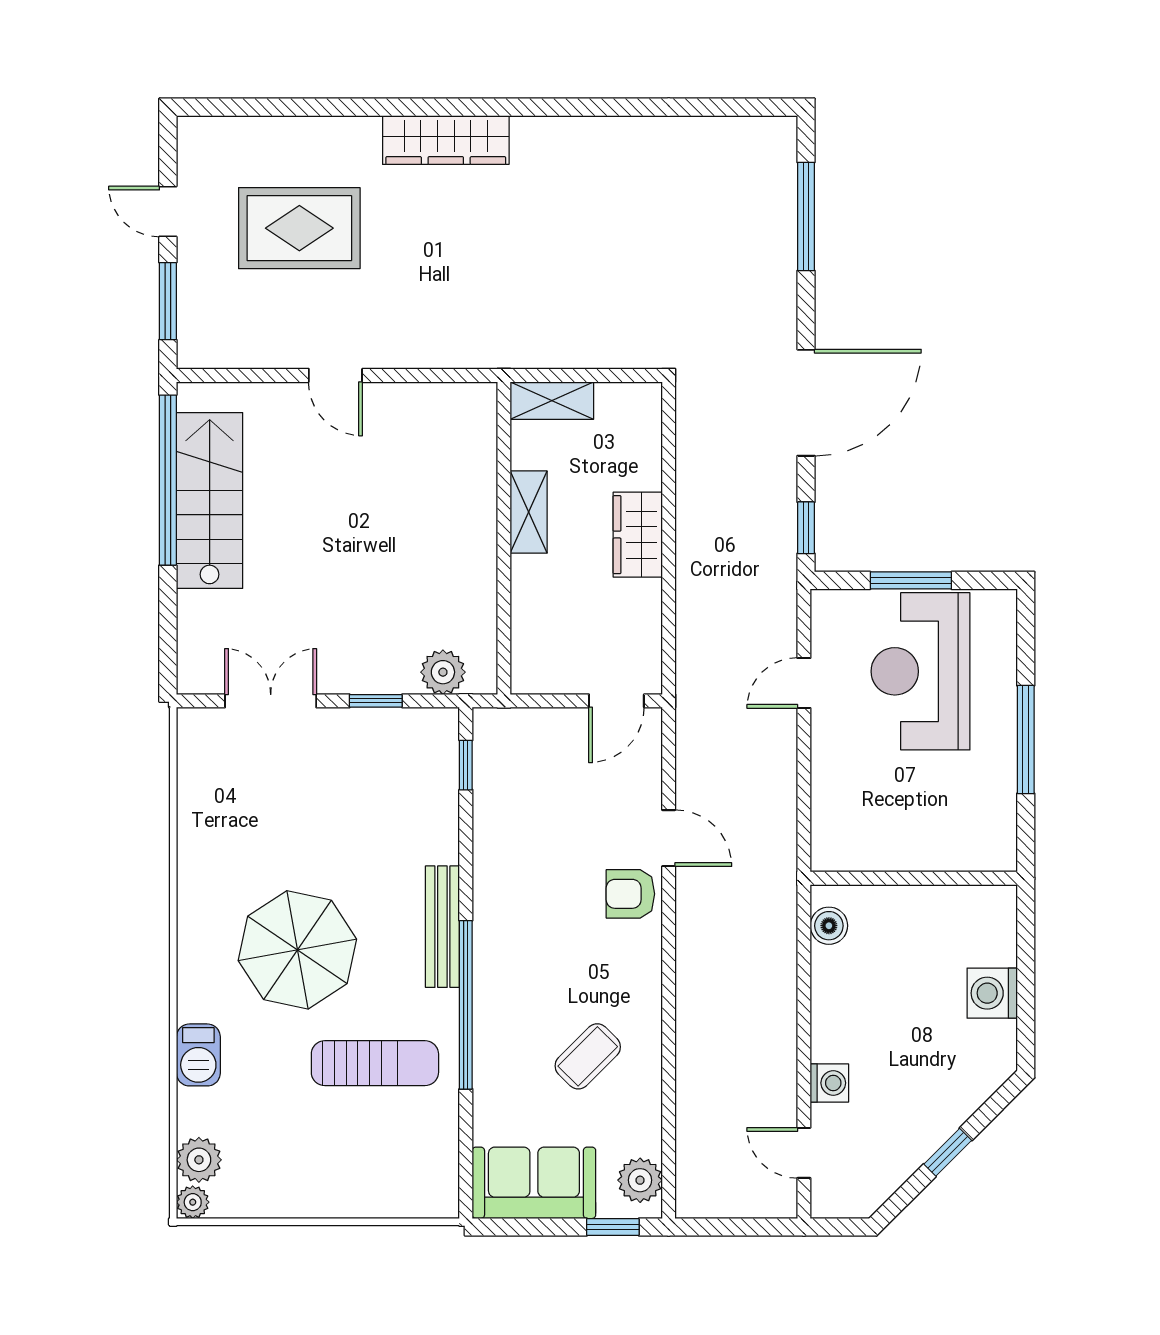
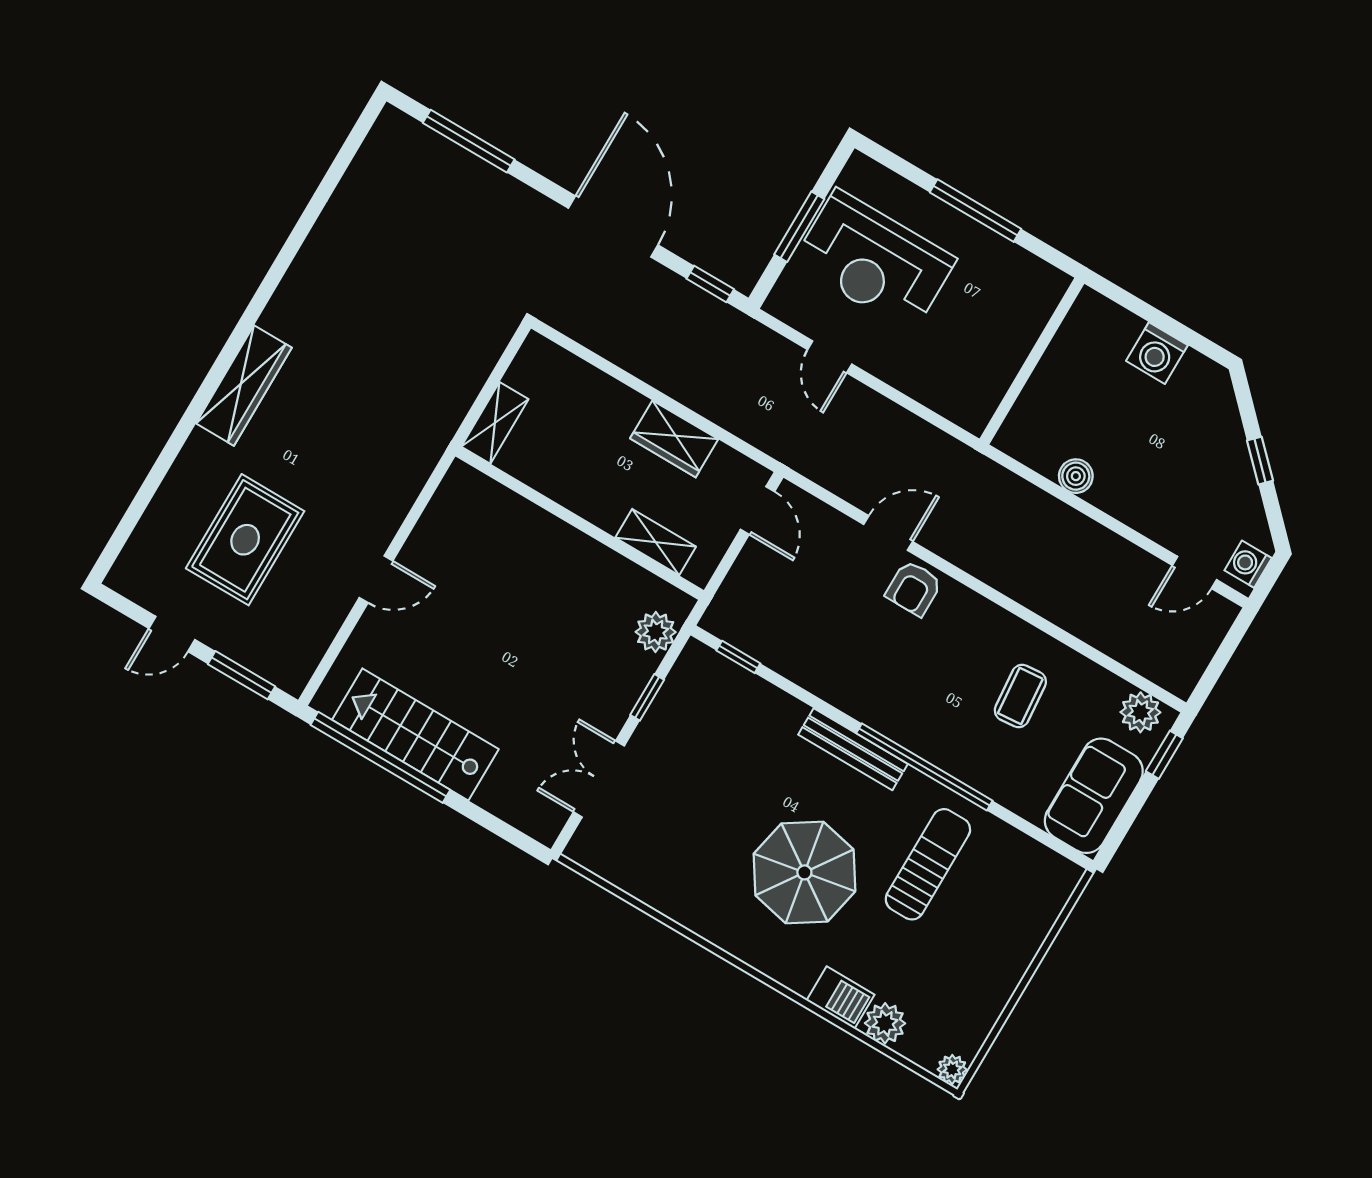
shelving: (529, 512) -> (656, 542), moved
wardrobe: (638, 535) -> (674, 439), moved
boiler: (829, 926) -> (1076, 476), moved
coffee table: (588, 1056) -> (1020, 696), turned 40
washing machine: (829, 1083) -> (1248, 564), moved, turned -90
plant: (199, 1160) -> (885, 1023), moved

